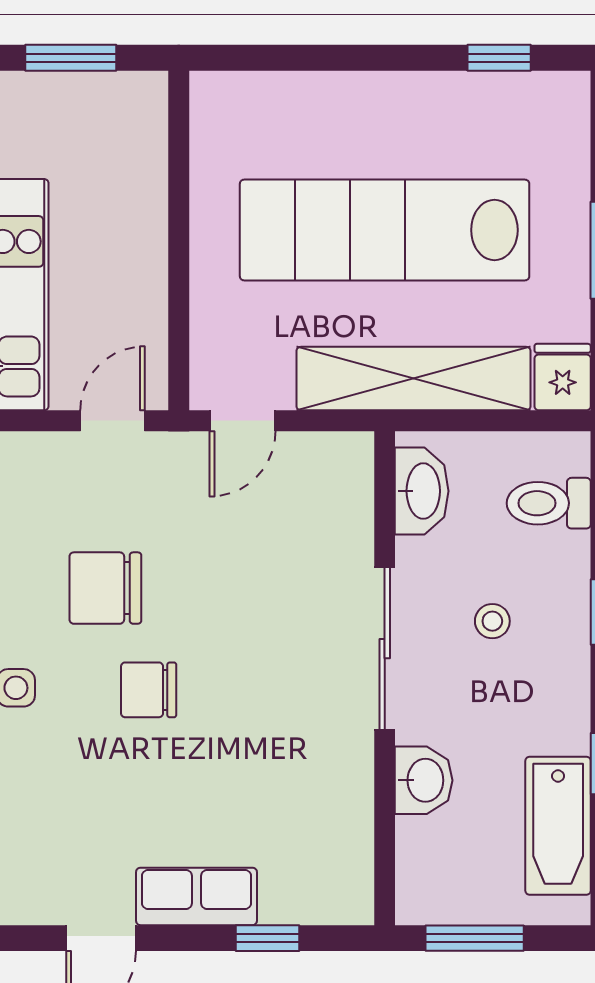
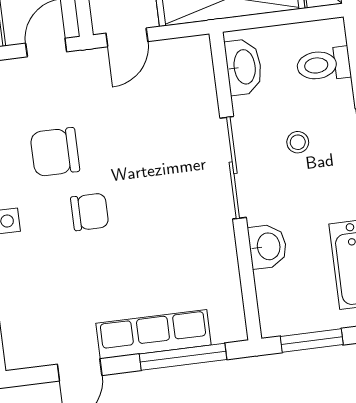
chair: (149, 690) -> (90, 212), turned 180
row of seats: (196, 896) -> (154, 334), width x1.48
window: (267, 938) -> (183, 357), width x2.17

